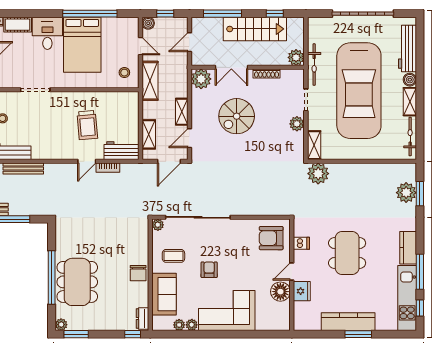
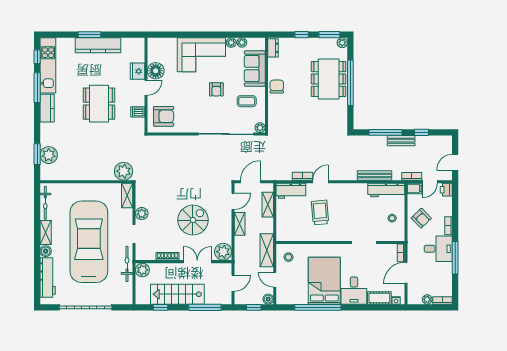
window: (133, 334) -> (302, 35), moved

